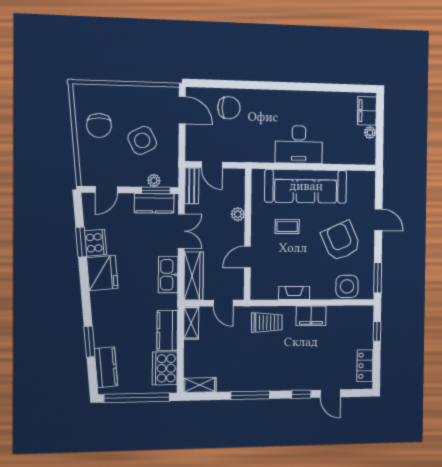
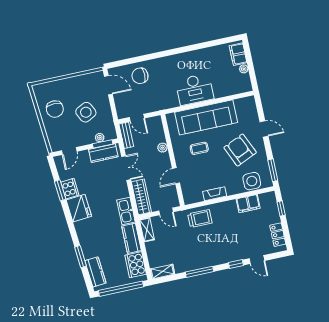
chair: (229, 108) -> (140, 76), turned 180
kitchen sink: (168, 275) -> (126, 211), moved
filing cabinet: (311, 316) -> (248, 204), moved

